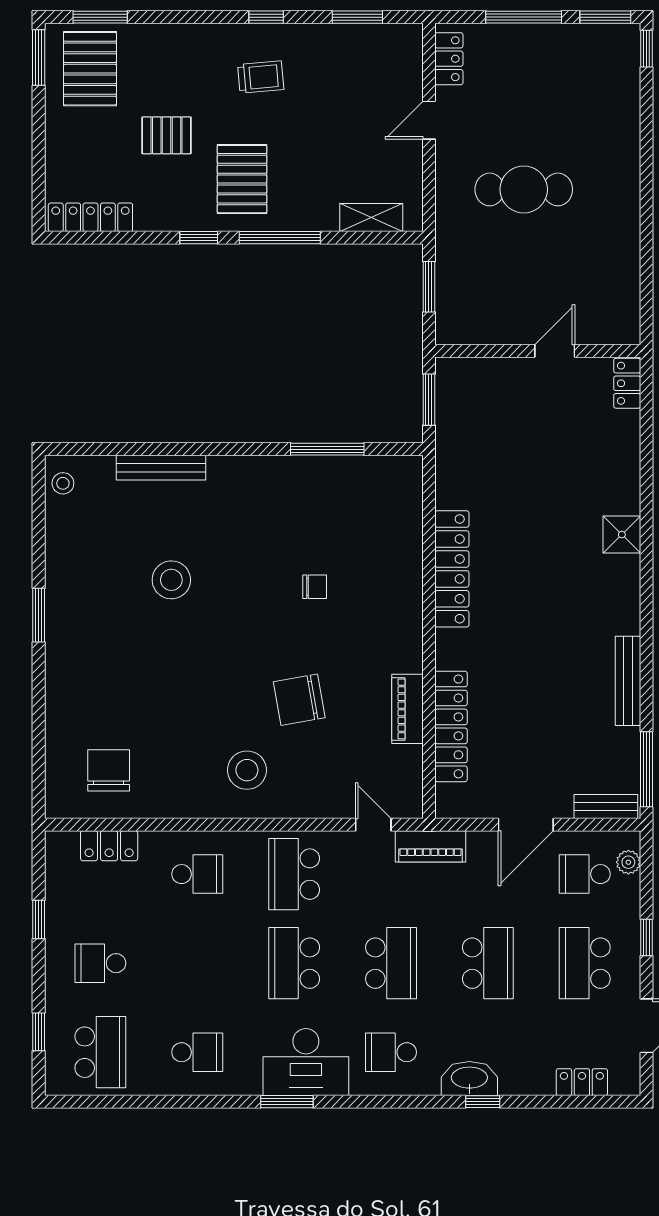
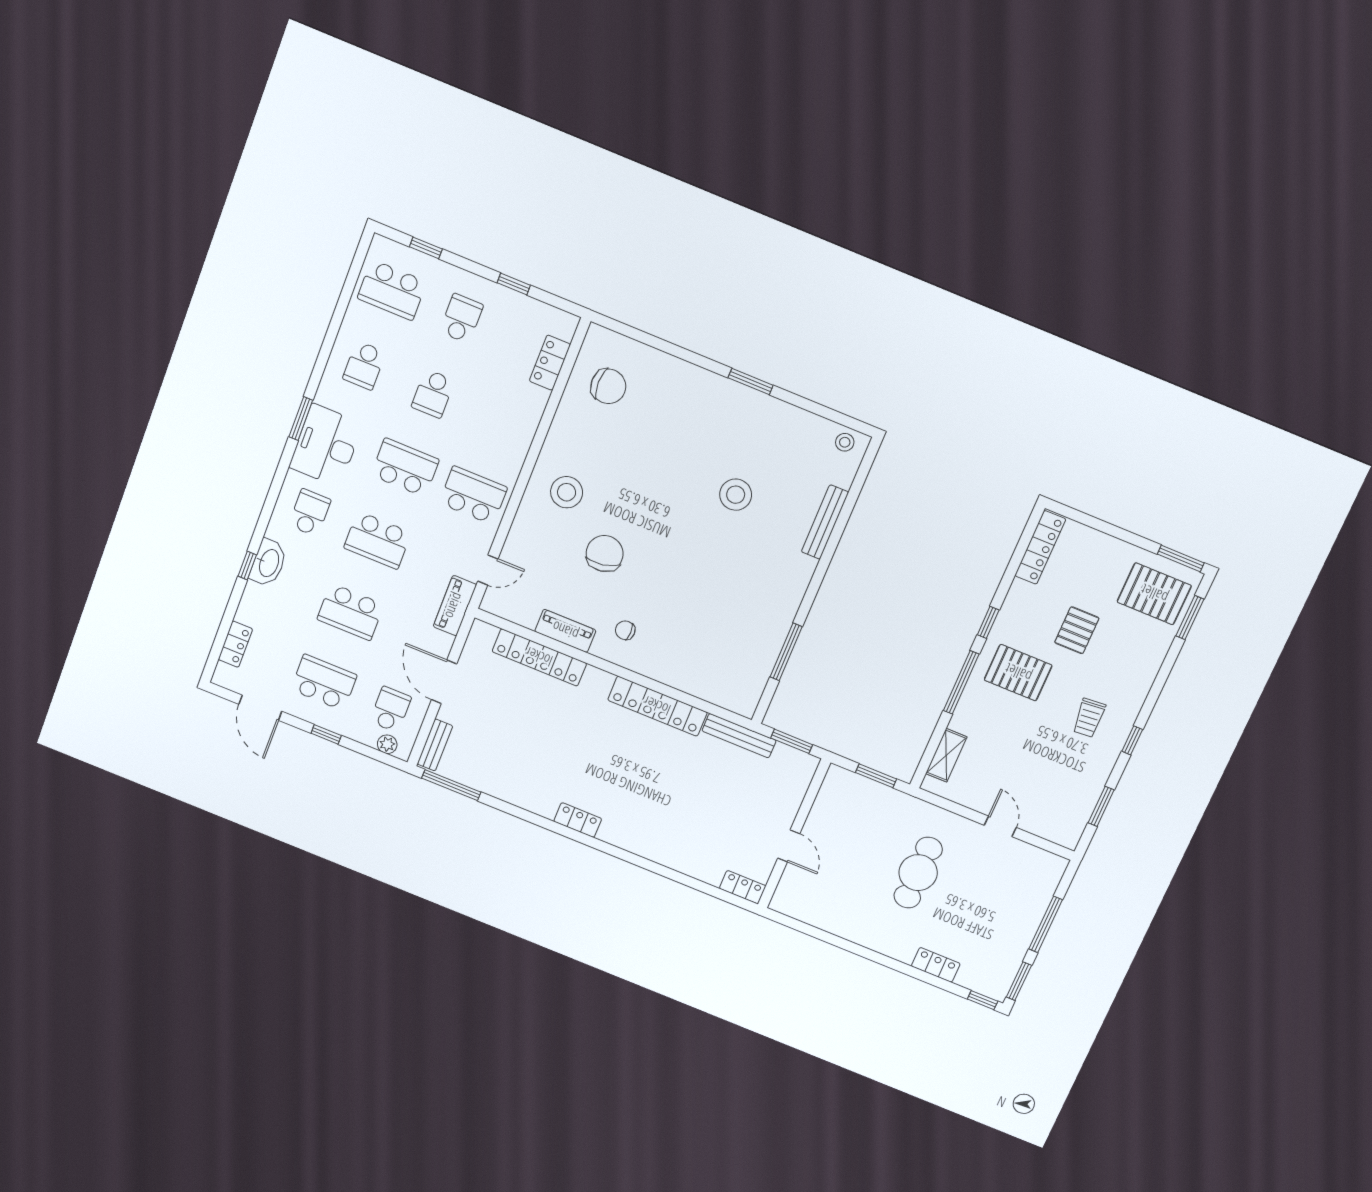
locker: (449, 59) -> (936, 965), moved, turned 180
shower: (622, 535) -> (632, 838), removed
chair: (315, 587) -> (625, 630), moved, turned 90
locker: (627, 606) -> (578, 820), added
bench: (628, 681) -> (739, 736), moved
school desk: (197, 874) -> (433, 394), moved

